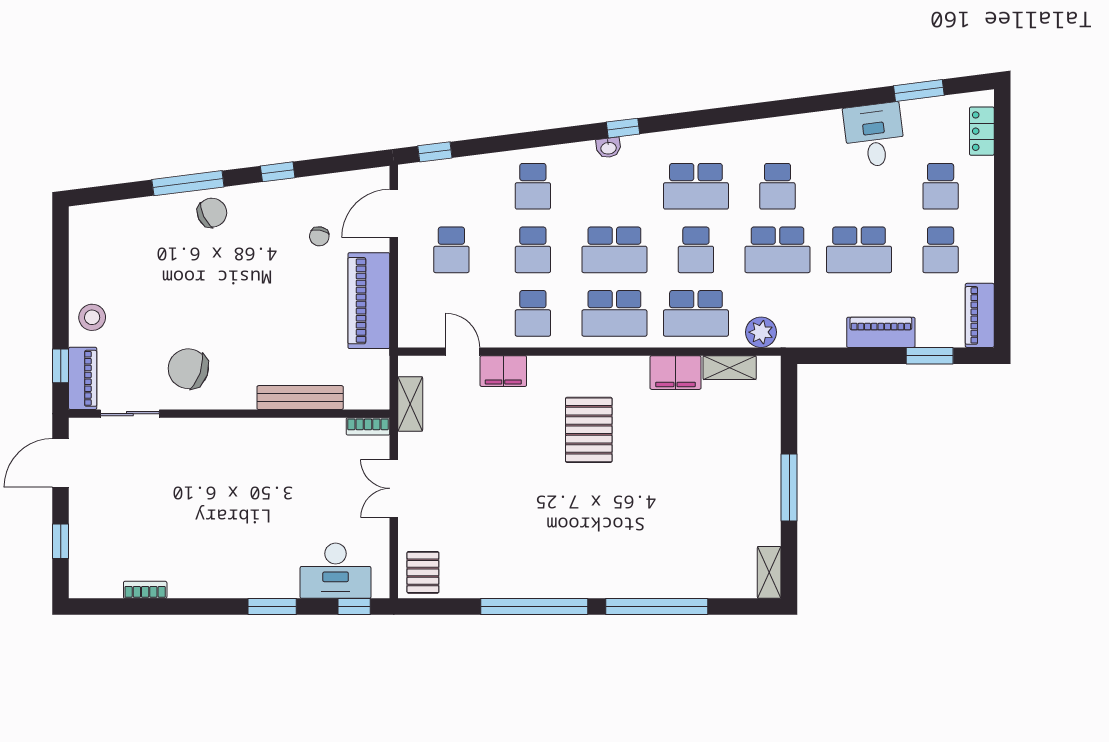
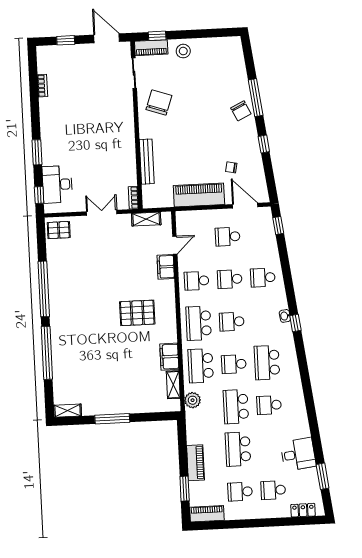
school desk: (614, 250) -> (232, 322), width x0.54

